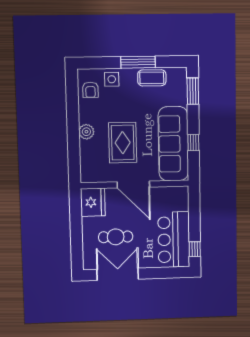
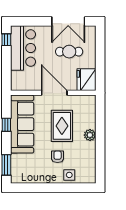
window: (138, 62) -> (49, 188), removed
coffee table: (152, 78) -> (38, 176), removed
armchair: (90, 90) -> (58, 157), moved

